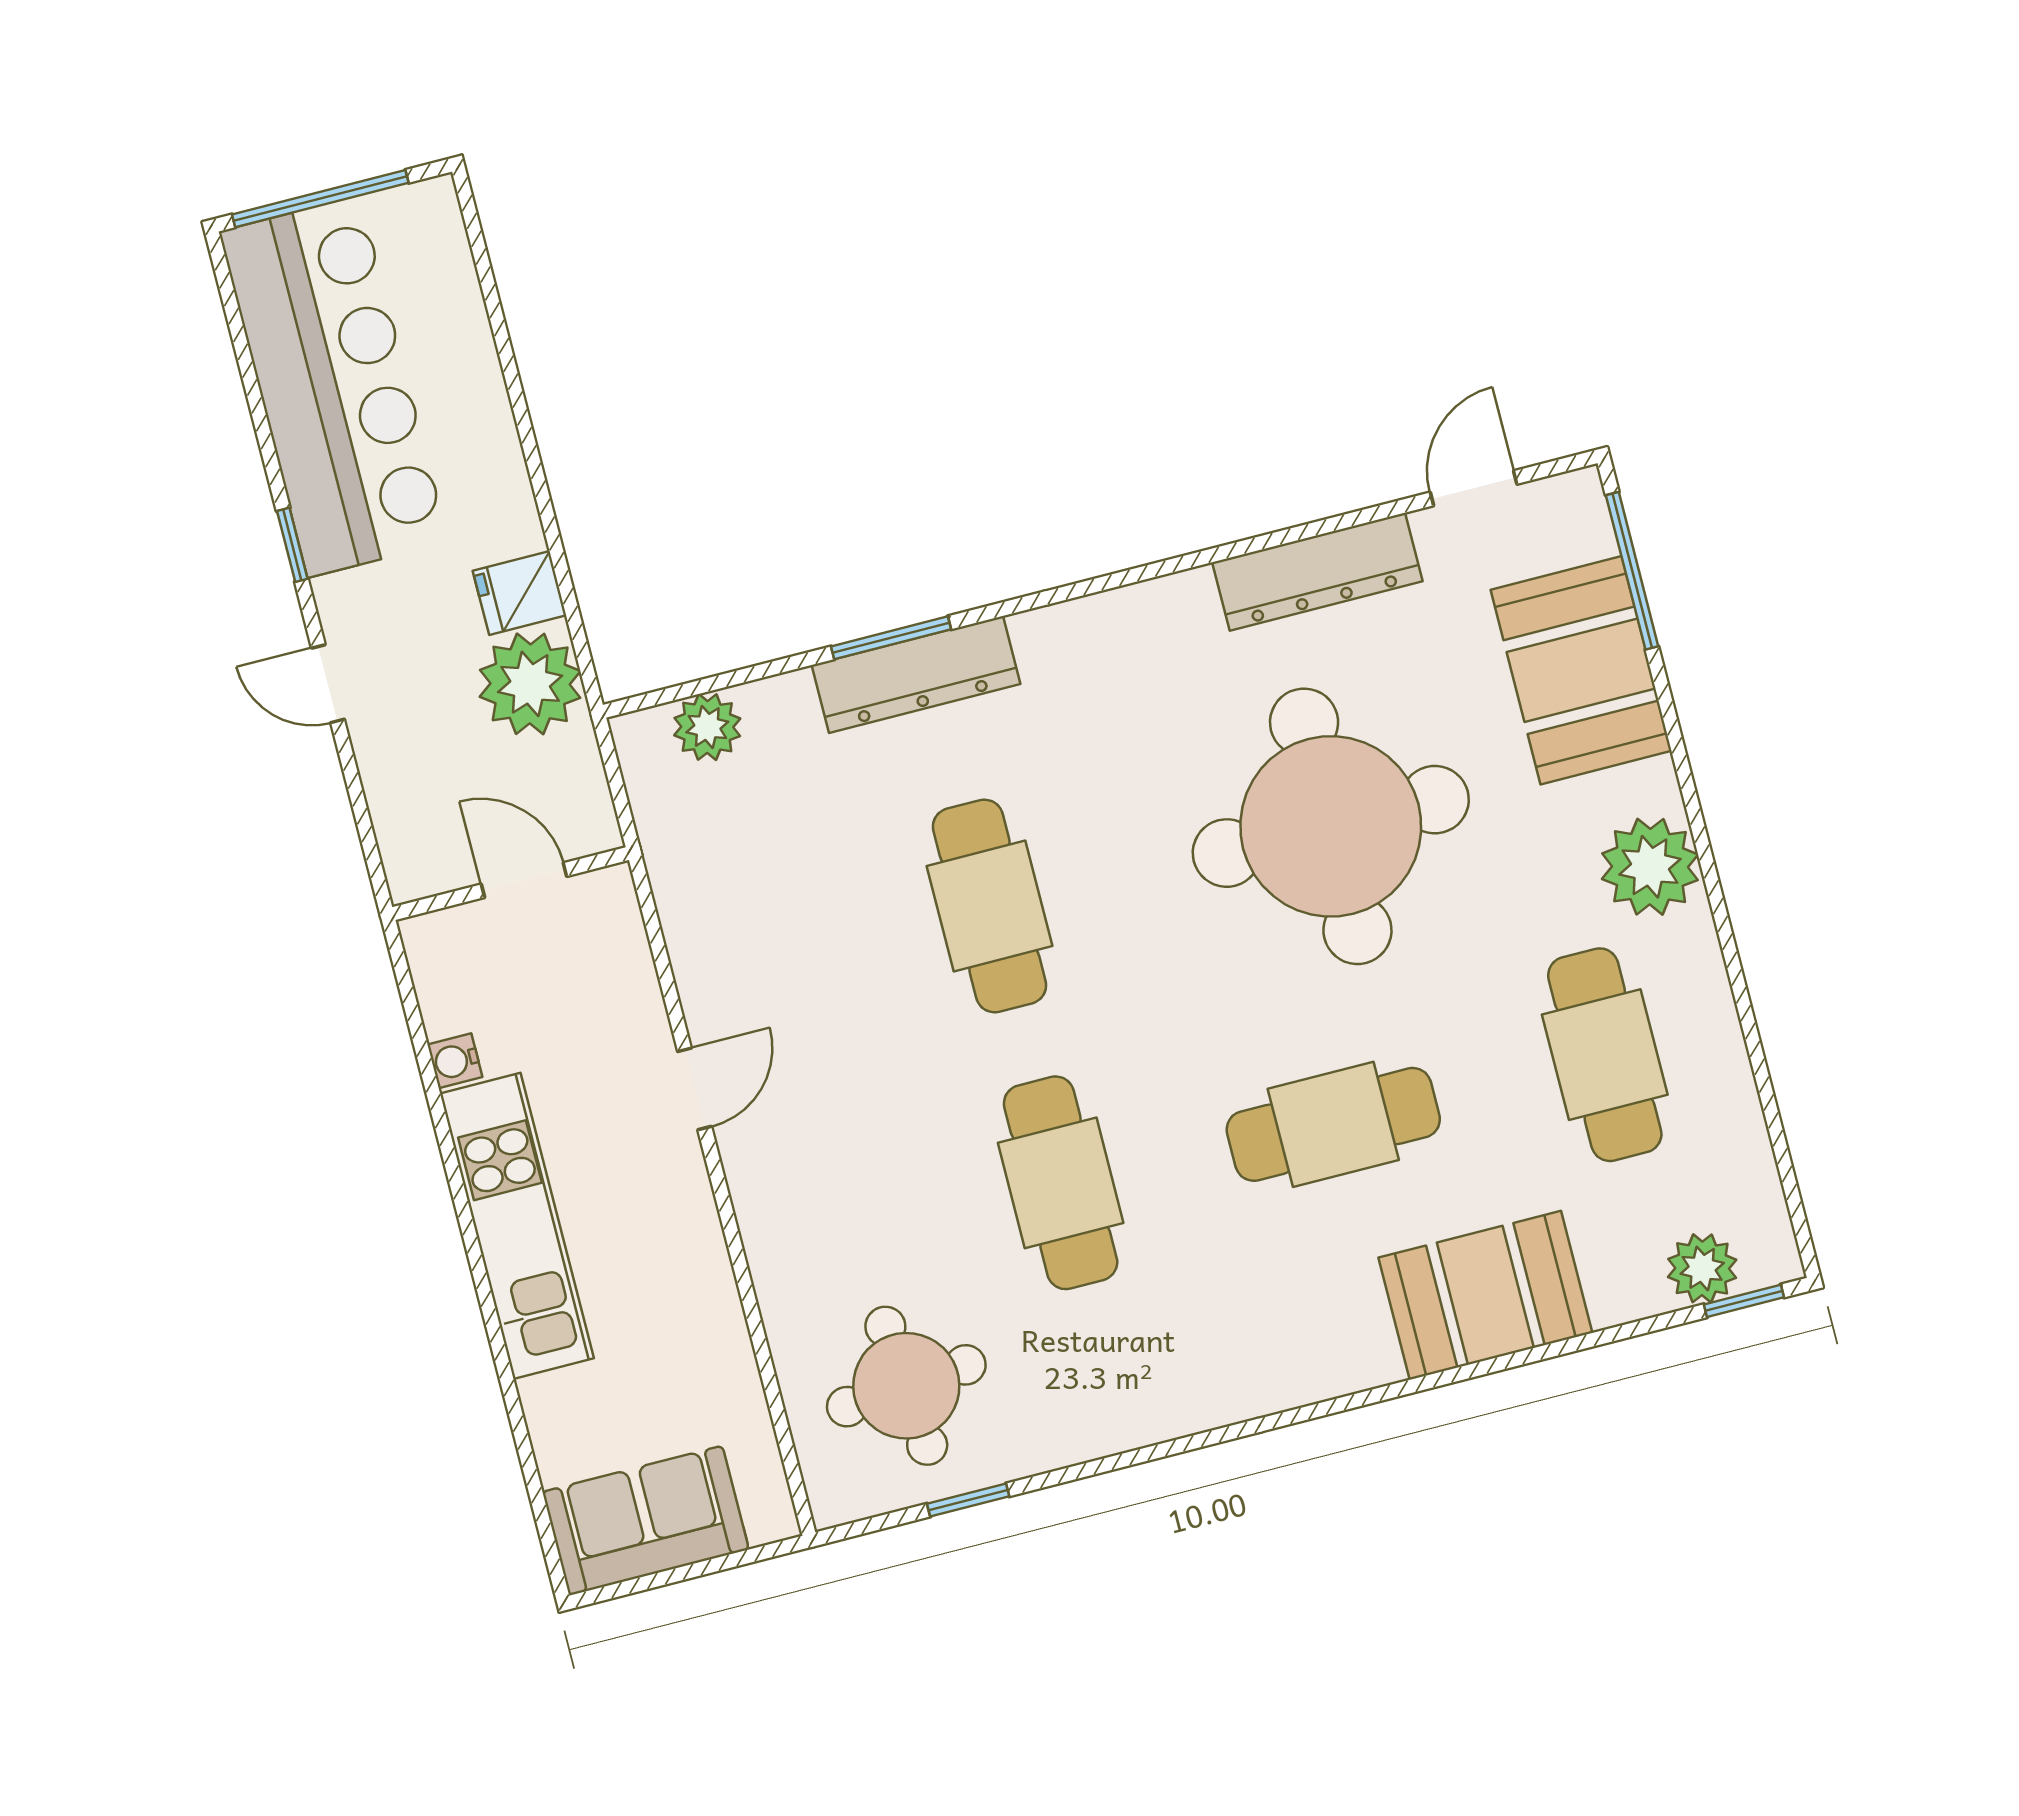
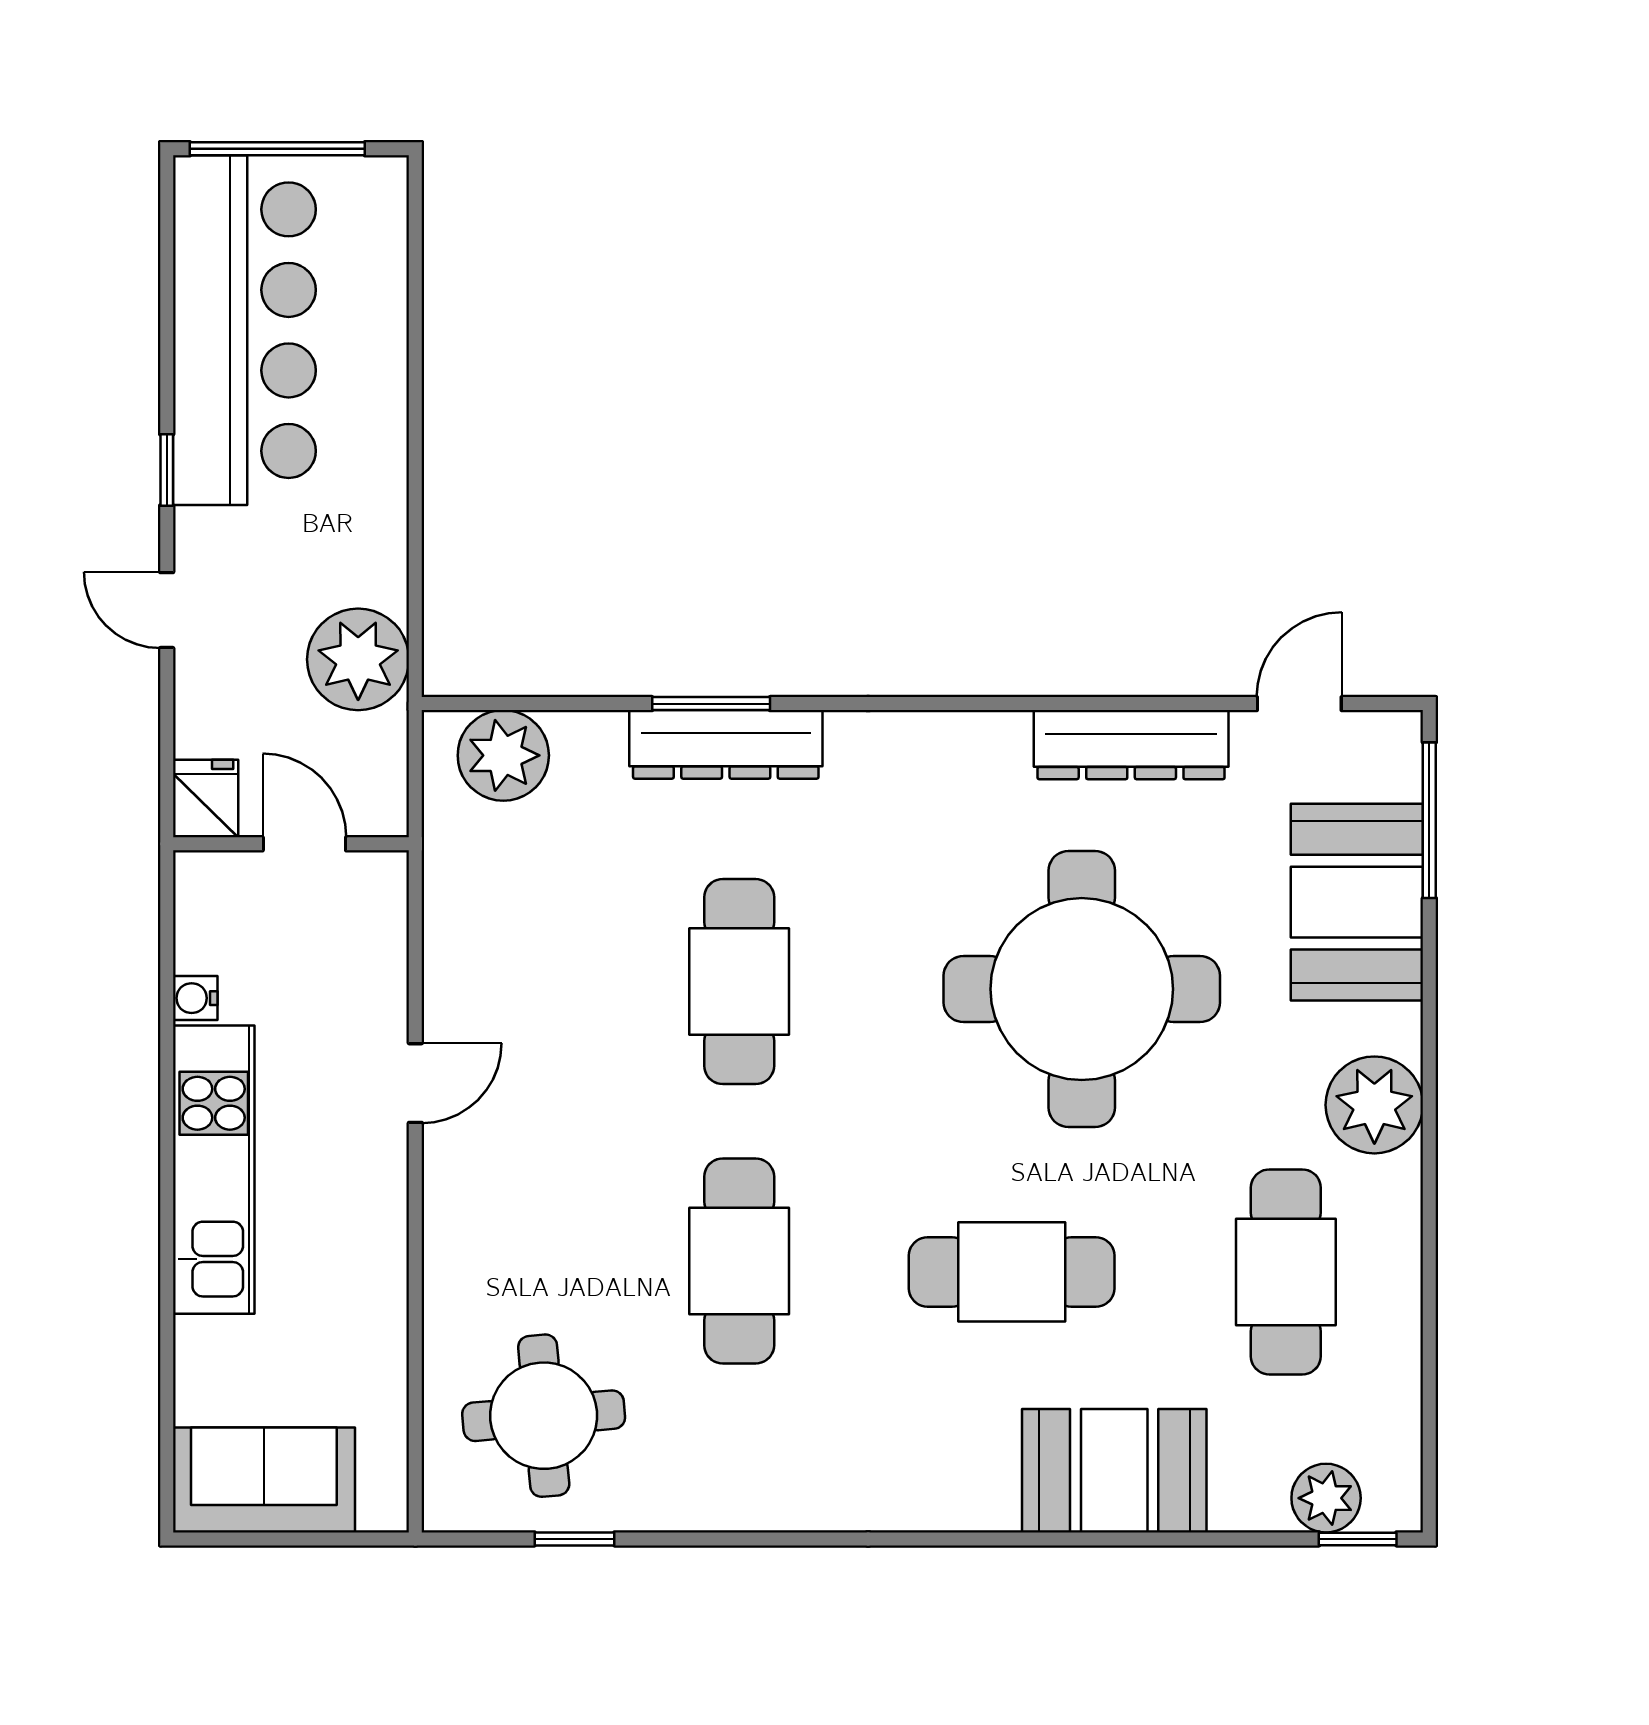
fridge: (520, 593) -> (206, 799), moved, turned 90
plant: (707, 727) -> (503, 755), width x1.36, depth x1.36

